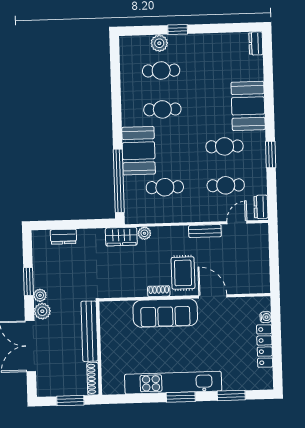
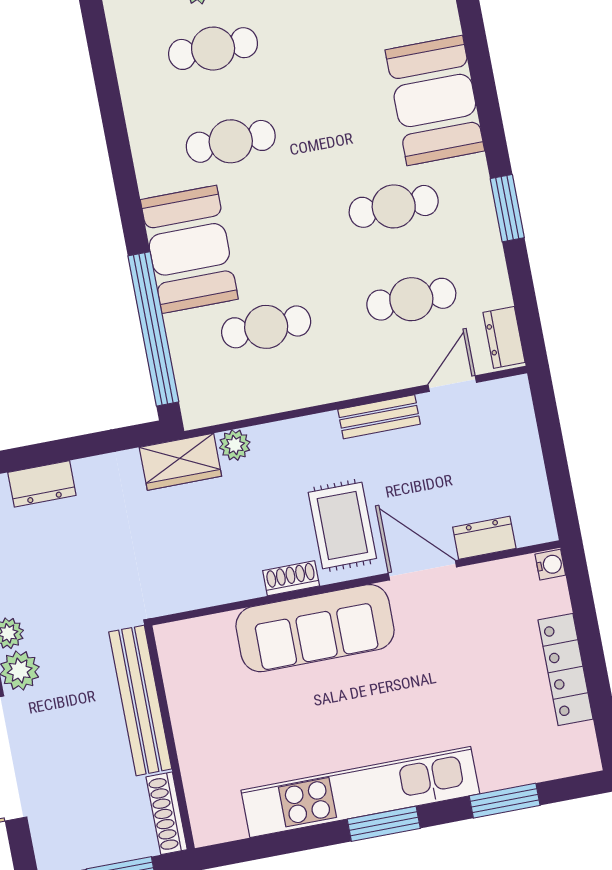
dresser: (240, 287) -> (484, 538), added
water cooler: (266, 317) -> (550, 565), moved

